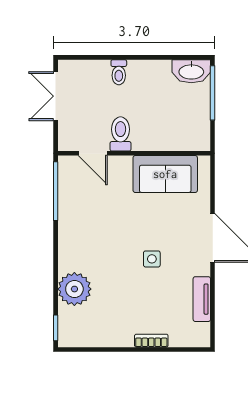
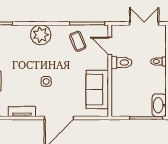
door: (93, 153) -> (110, 46), hinge flipped
coffee table: (85, 206) -> (78, 41), added
plant: (74, 289) -> (41, 35), moved

